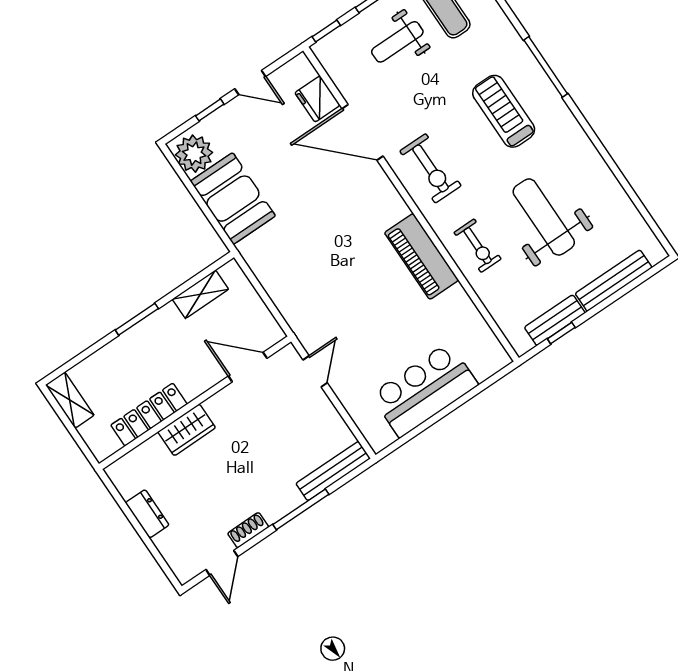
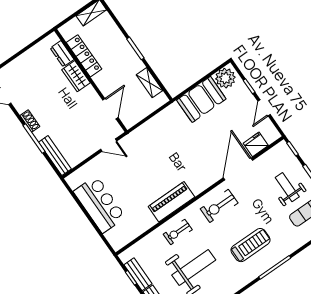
dresser: (147, 514) -> (62, 54), moved, turned 90
shoe rack: (248, 530) -> (30, 121), moved

